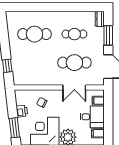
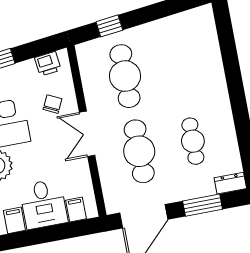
cafe table: (34, 34) -> (125, 76), moved
double door: (74, 88) -> (87, 134), moved
printer: (22, 111) -> (48, 64), moved

